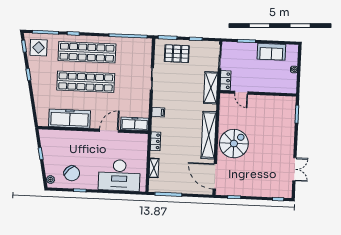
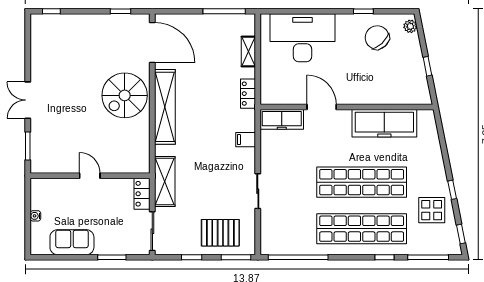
display table: (39, 48) -> (432, 210), moved
door: (241, 93) -> (90, 176), moved
door: (109, 131) -> (322, 107), swing flipped
double door: (294, 169) -> (28, 100), moved

